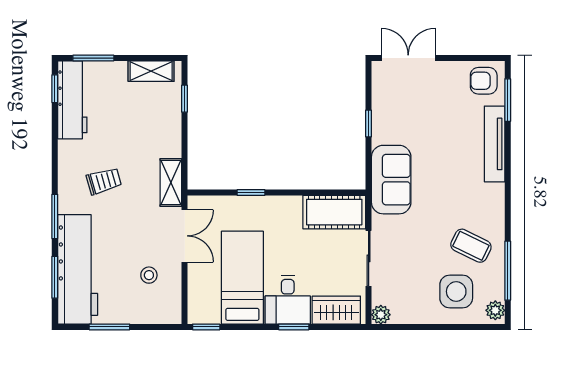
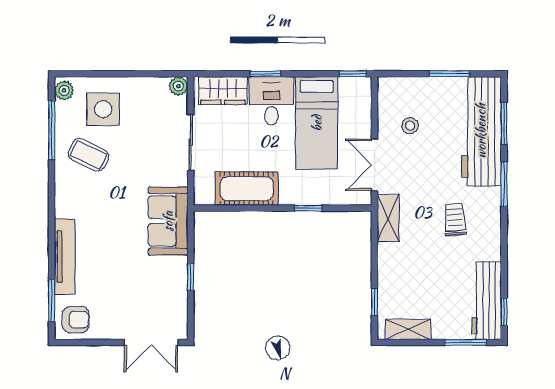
trolley: (104, 181) -> (455, 220), turned 102
cot: (334, 212) -> (247, 189), moved

